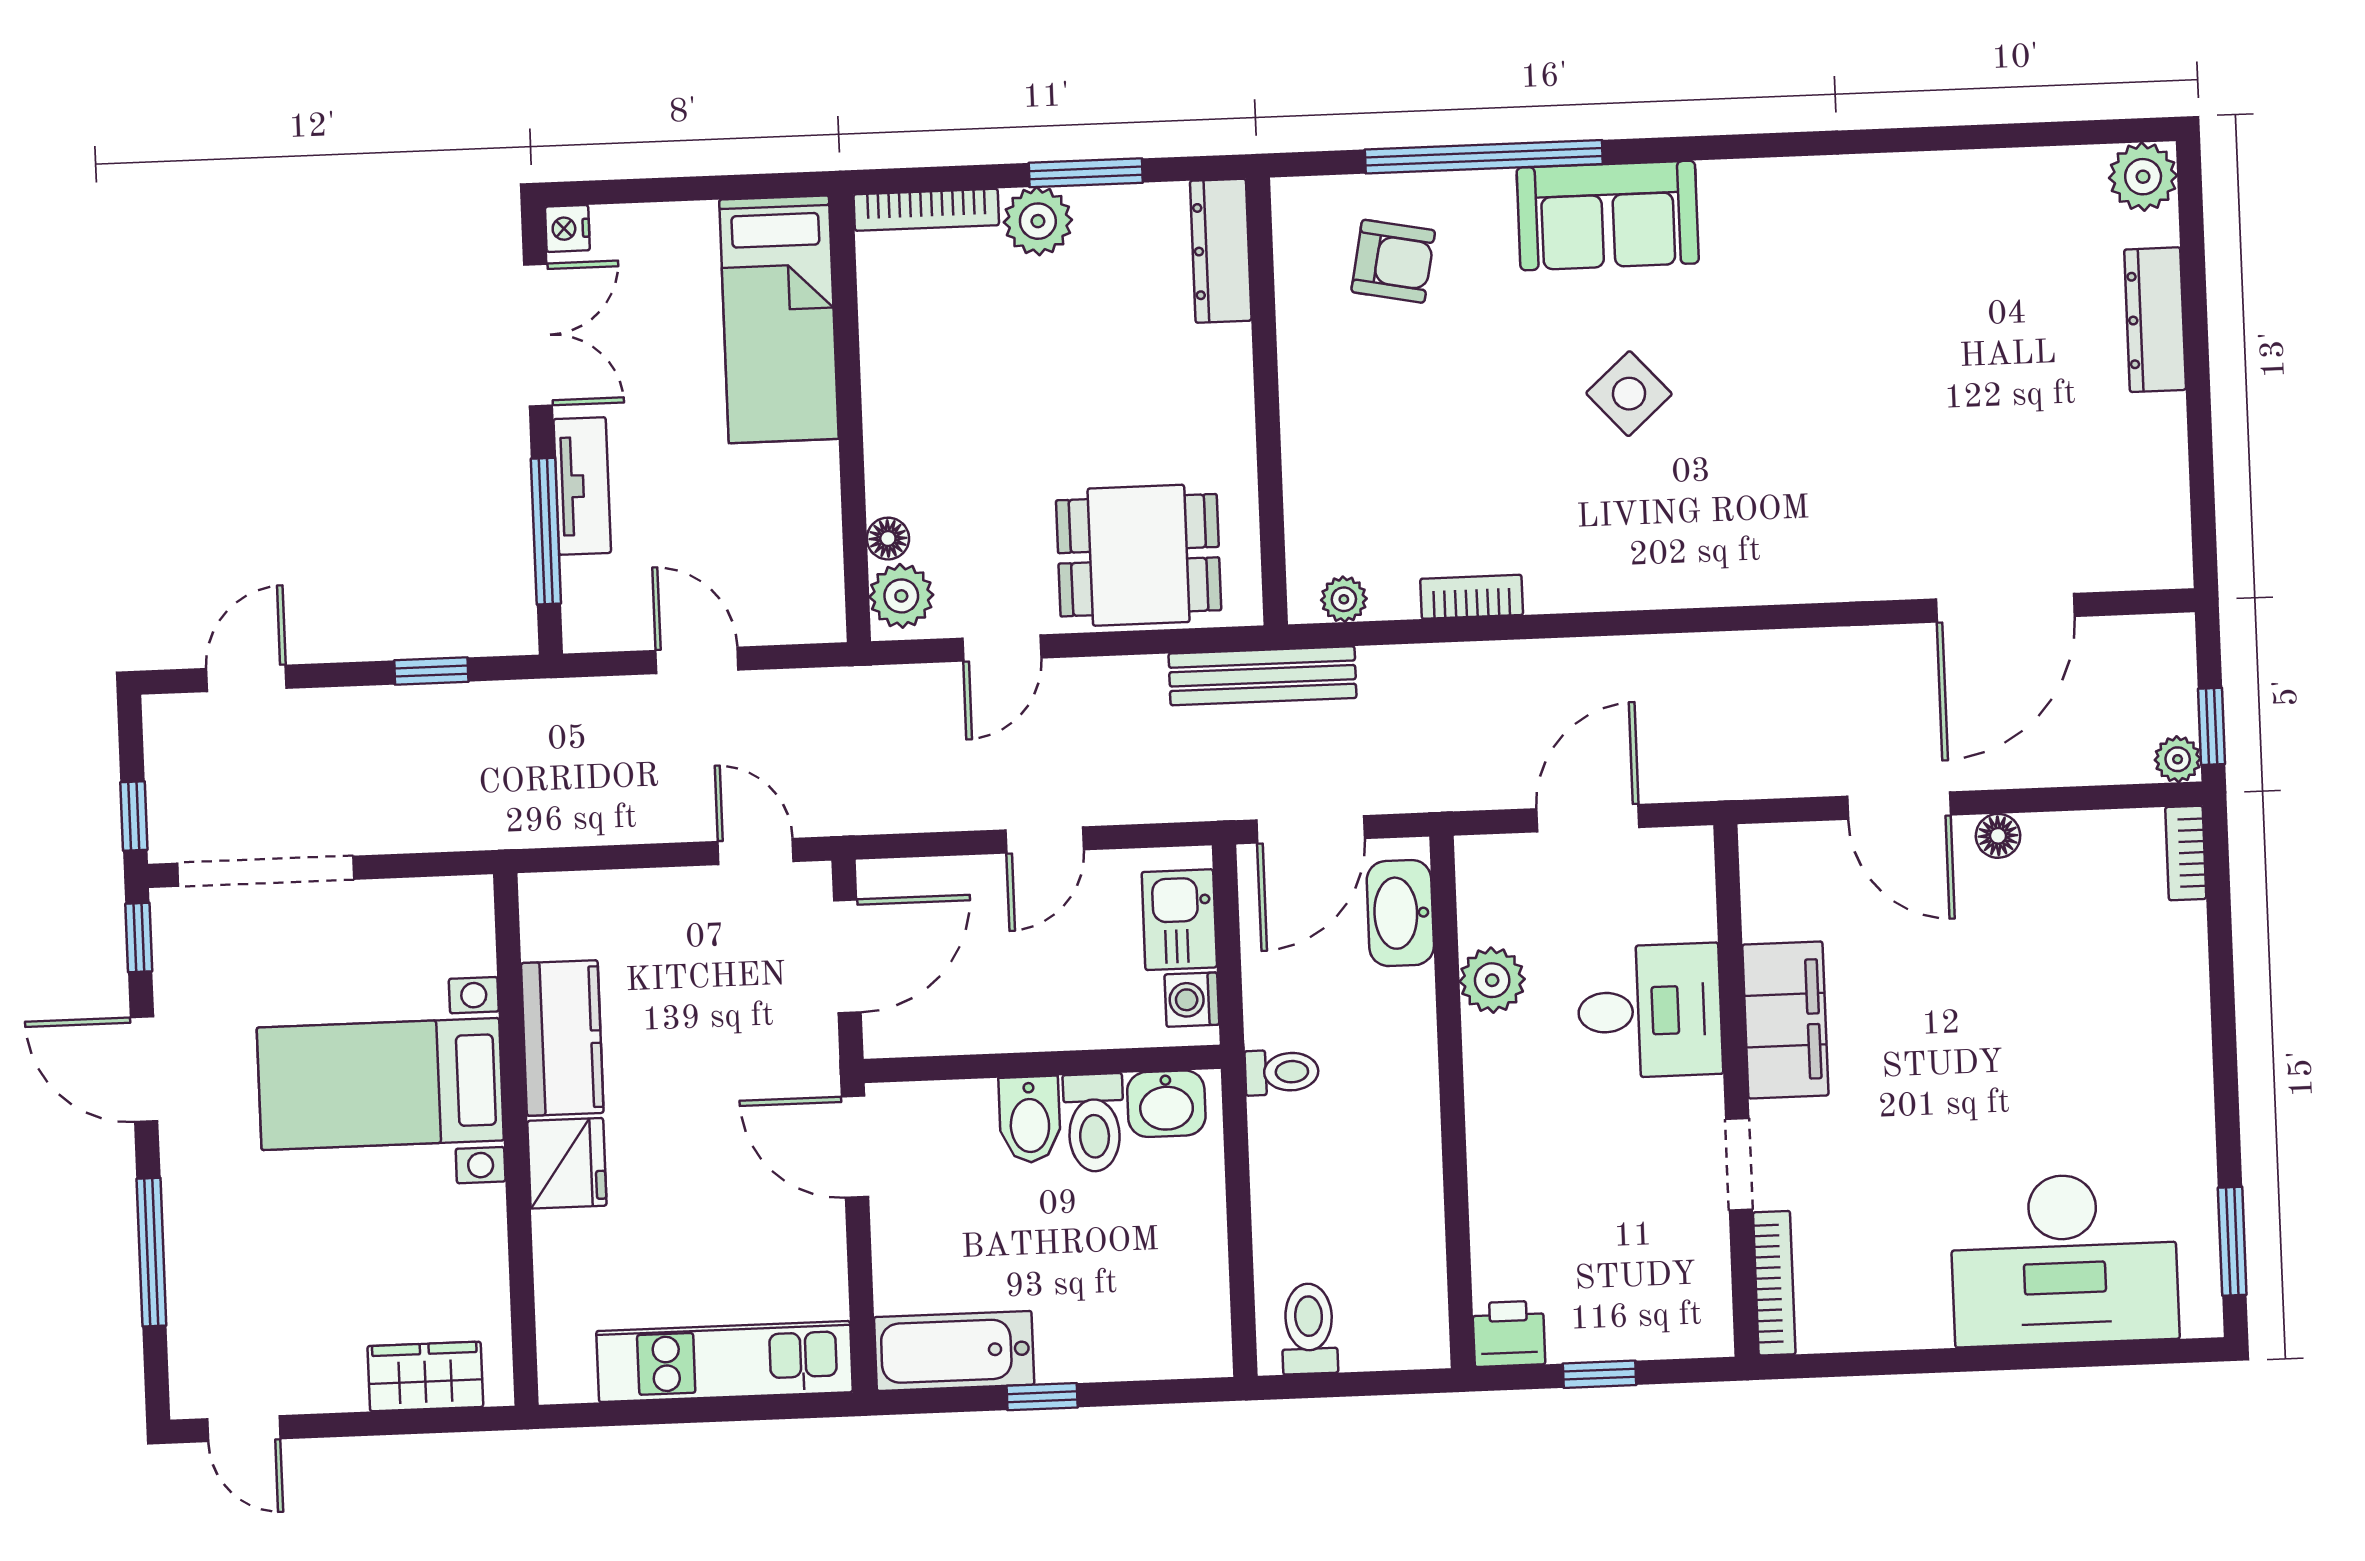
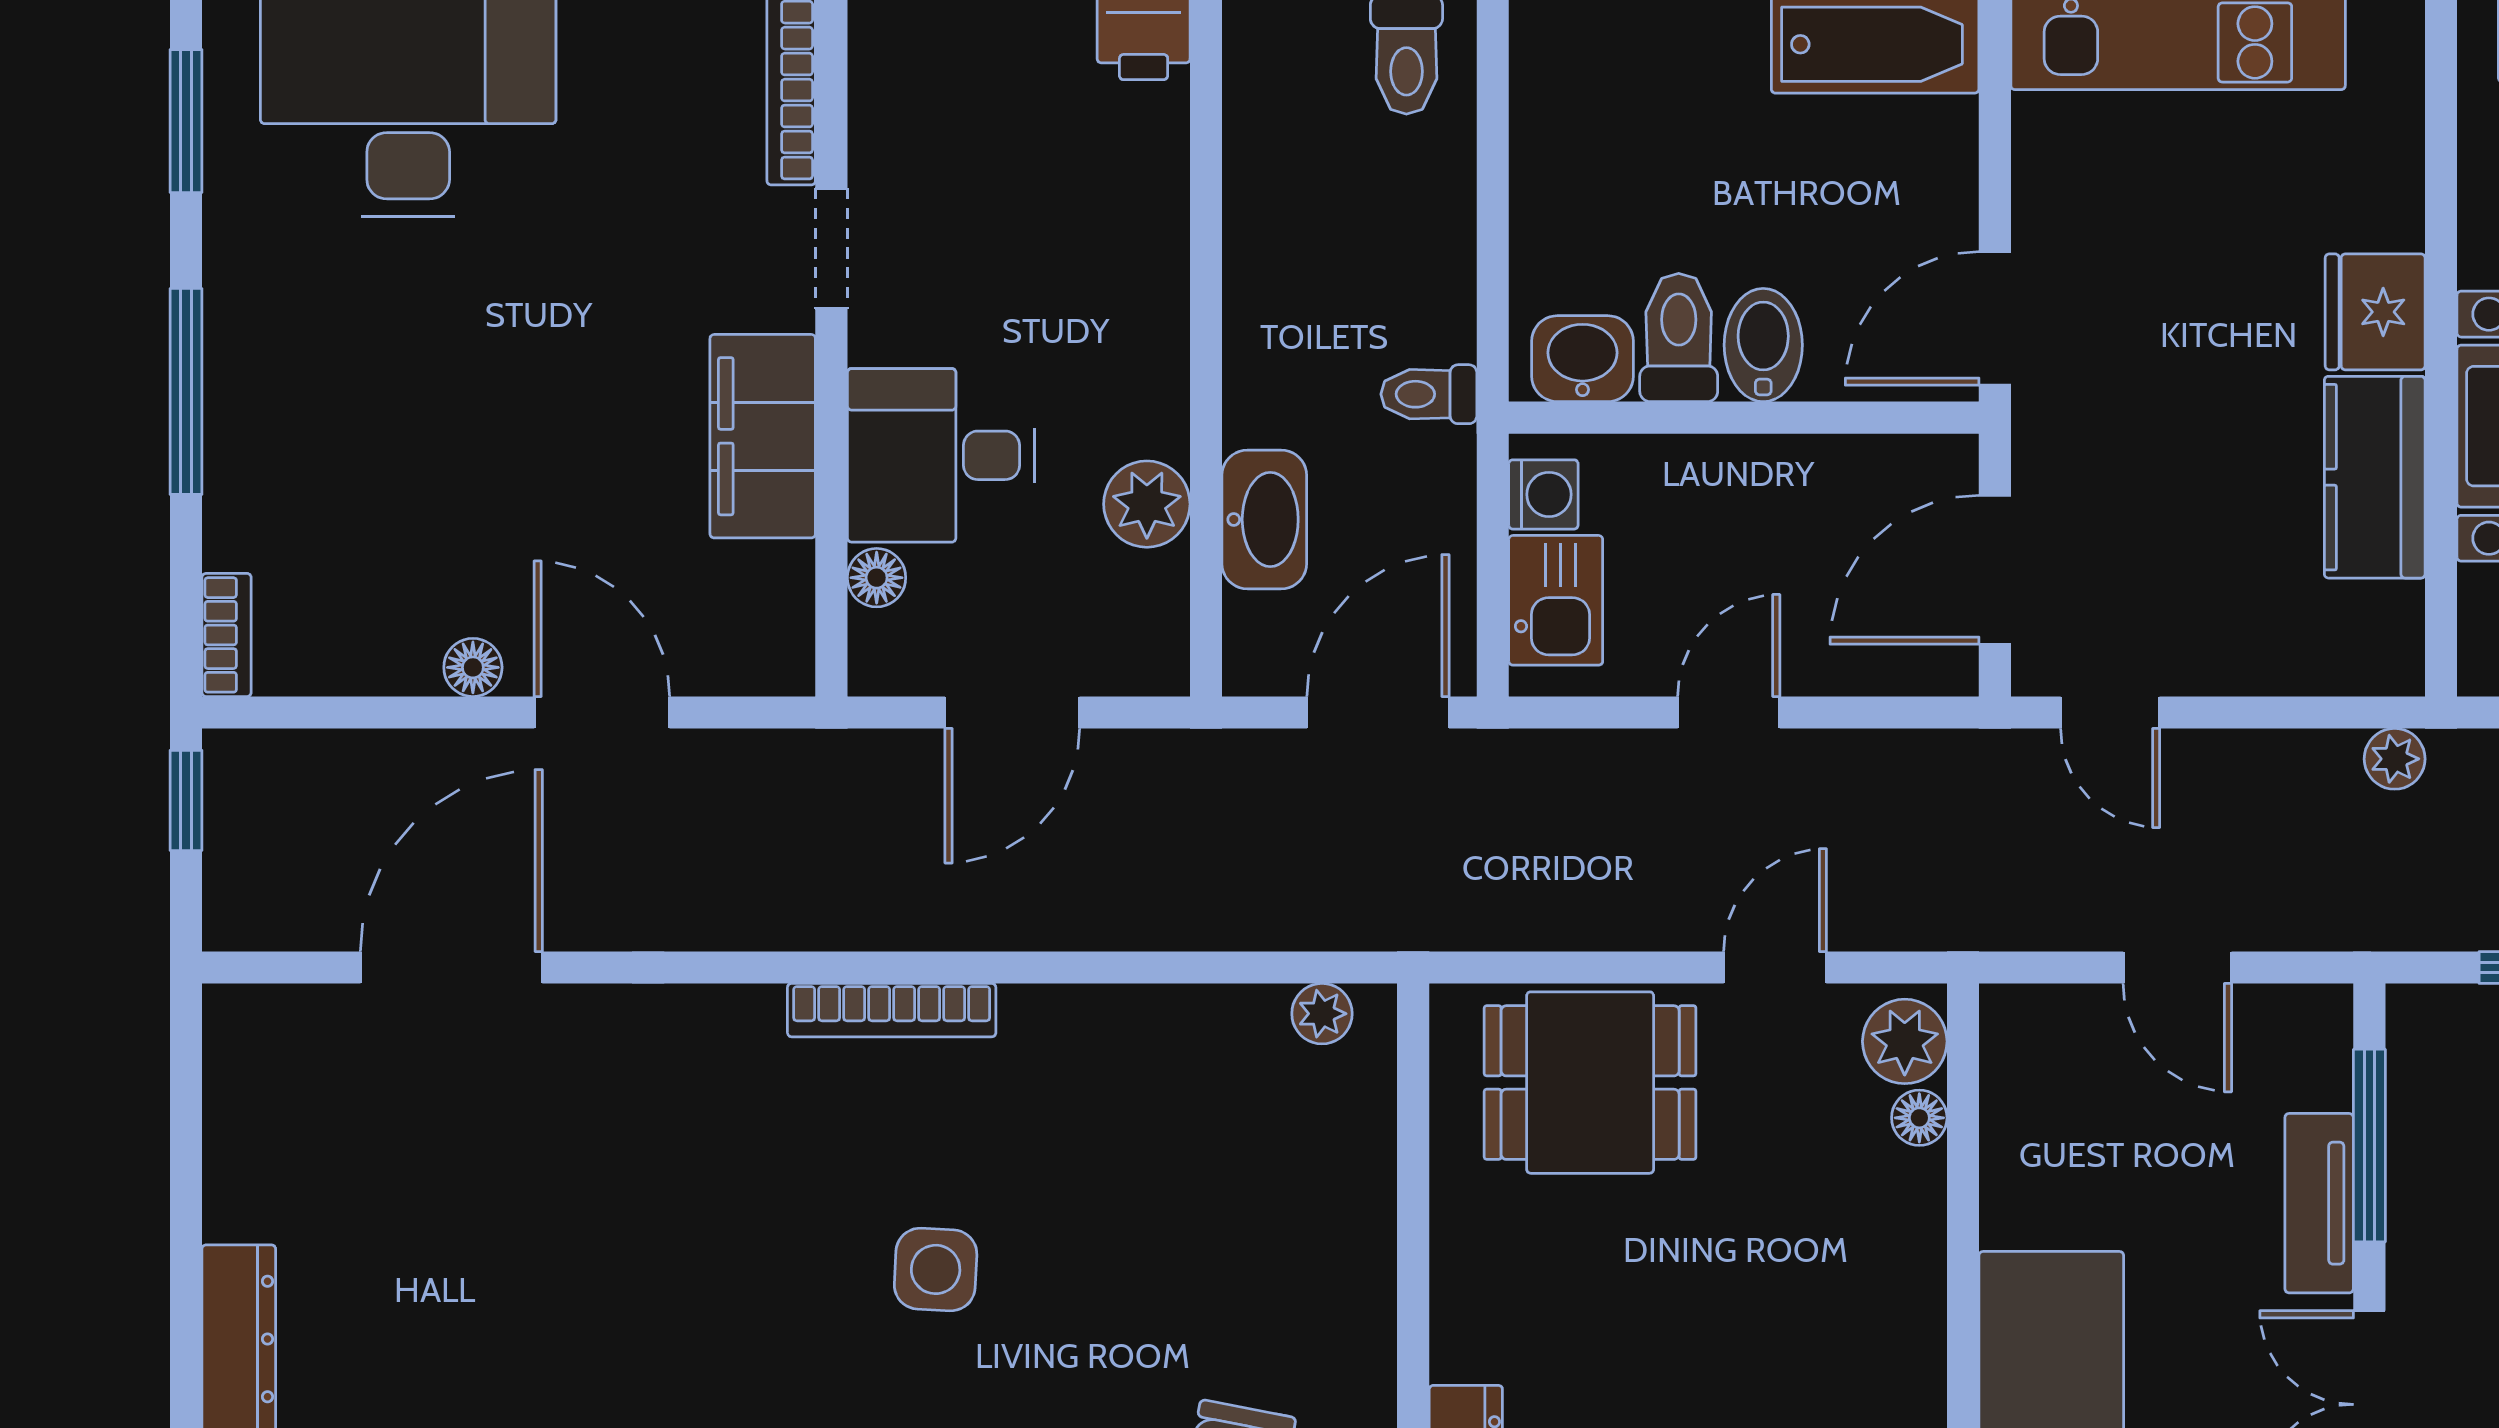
side table: (1629, 394) -> (936, 1269), turned 45
bookcase: (1472, 597) -> (892, 1010), moved, width x1.56
bench: (1262, 676) -> (1433, 917), removed
plant: (2178, 759) -> (2395, 759), moved
washbasin: (1400, 913) -> (1264, 519), moved
floor lamp: (1695, 916) -> (877, 578), added
window: (2224, 1036) -> (186, 391), added
door: (855, 1147) -> (1995, 318), swing flipped

